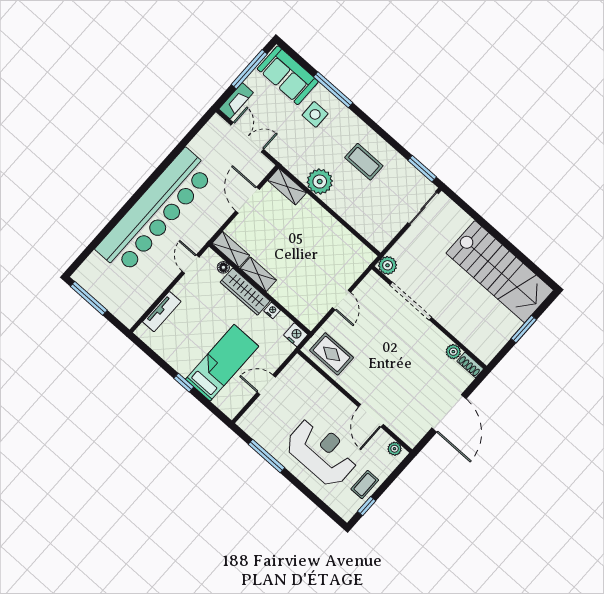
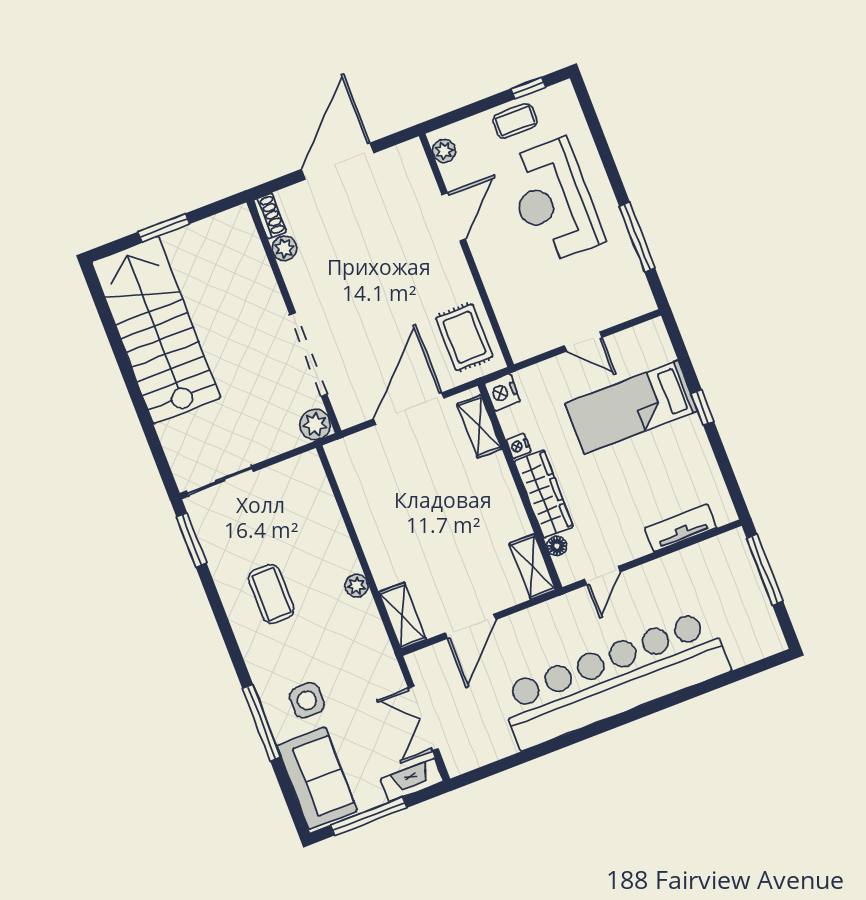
plant: (320, 182) -> (357, 586), width x0.53, depth x0.53
shelving: (258, 274) -> (479, 426), moved
window: (89, 298) -> (765, 570), moved
door: (342, 300) -> (409, 409), width x1.87

